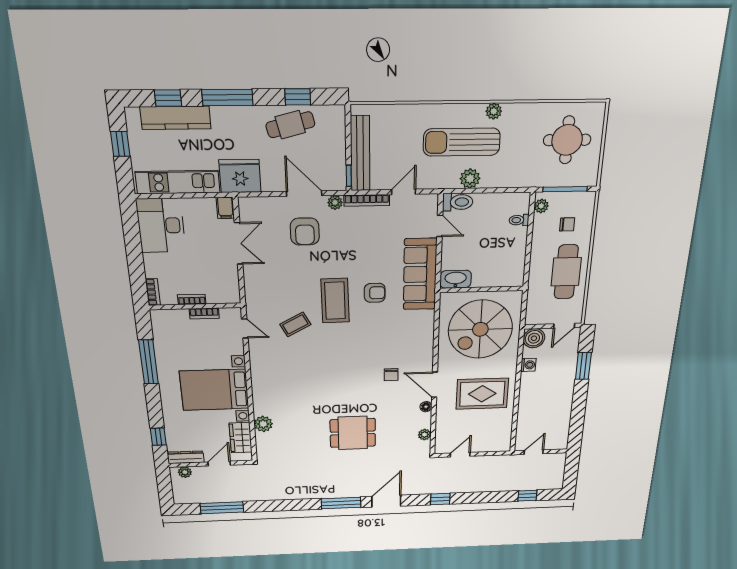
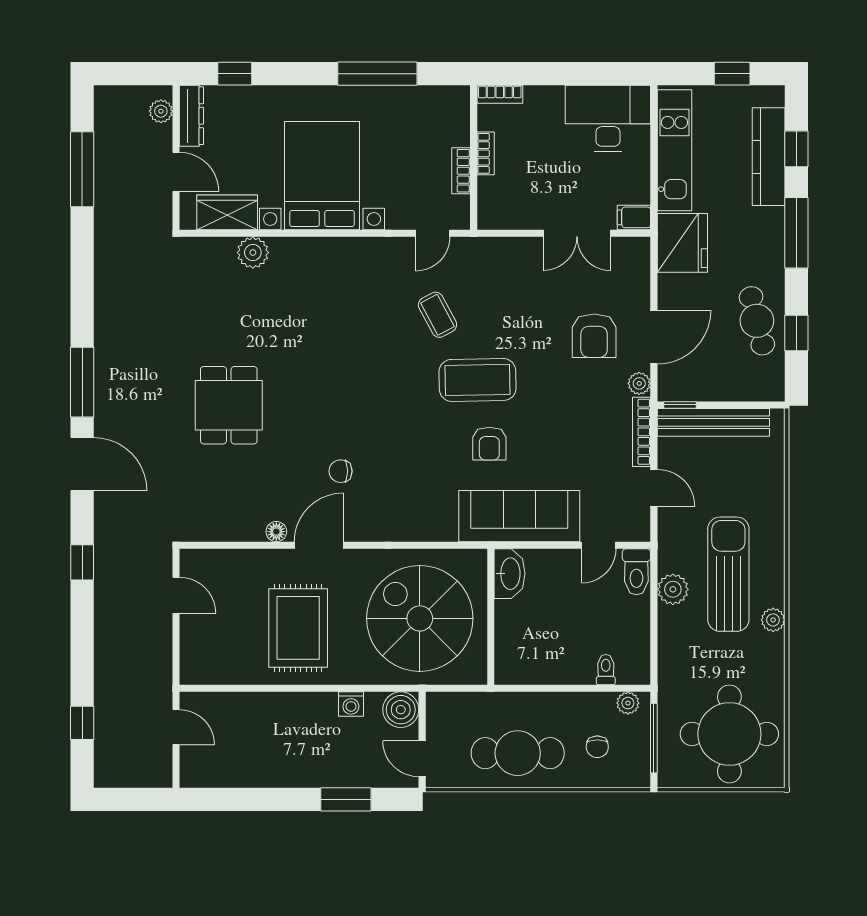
round table: (567, 140) -> (729, 734), width x1.36, depth x1.36
armchair: (305, 232) -> (594, 336), turned -90
plant: (425, 435) -> (220, 530), removed

